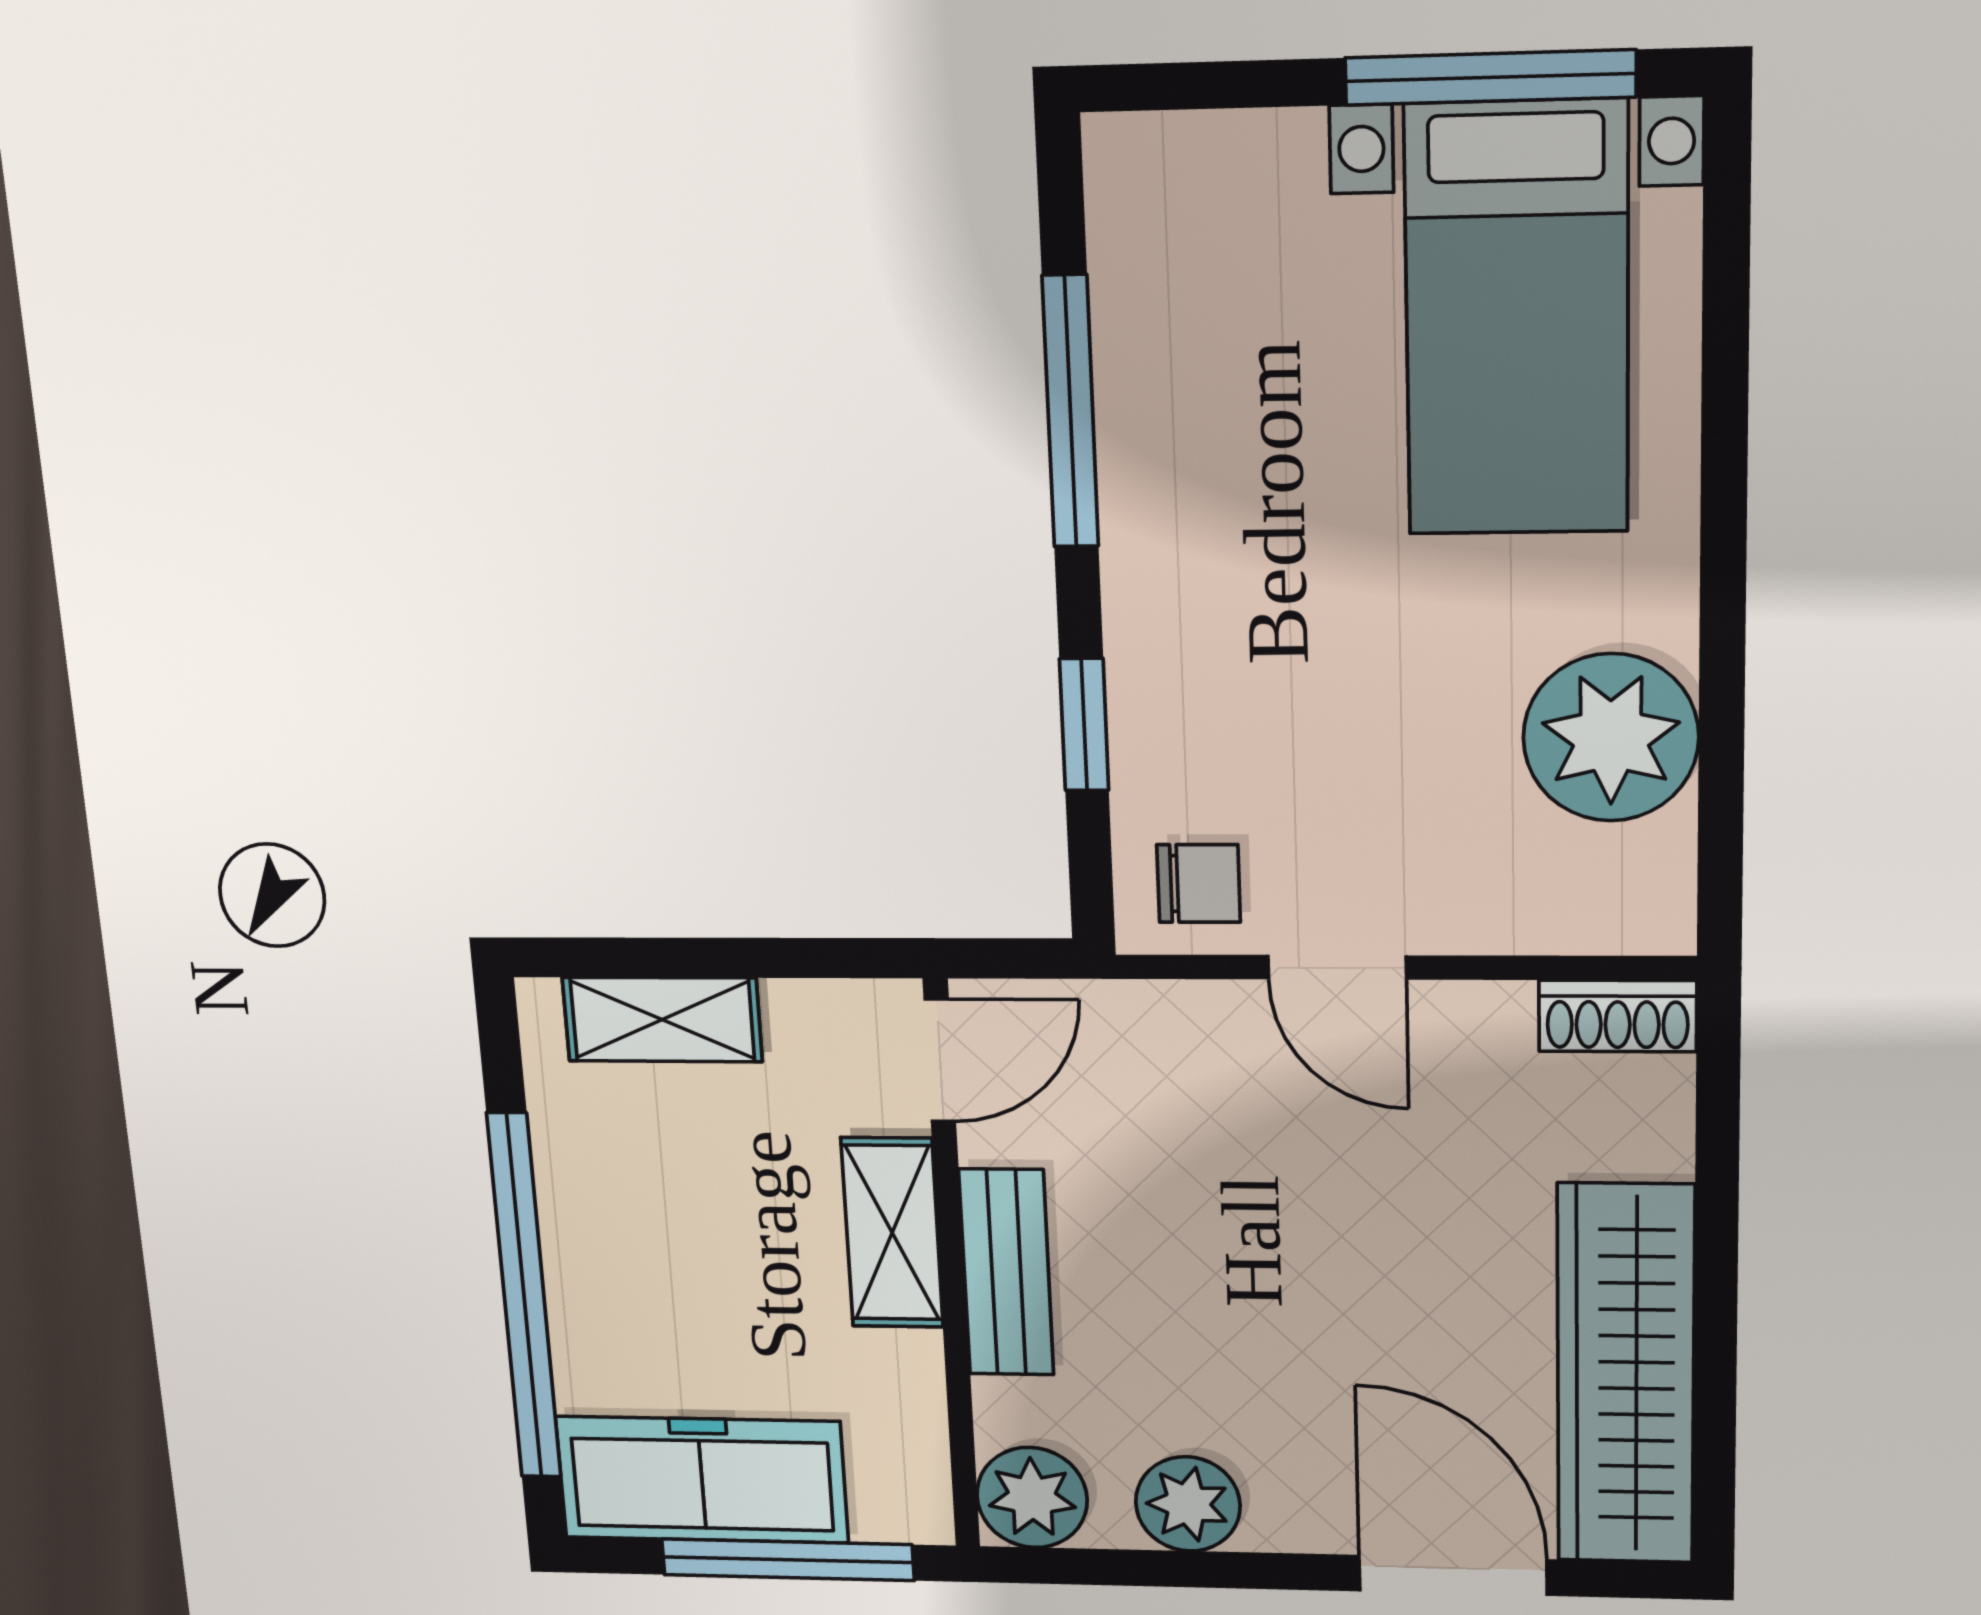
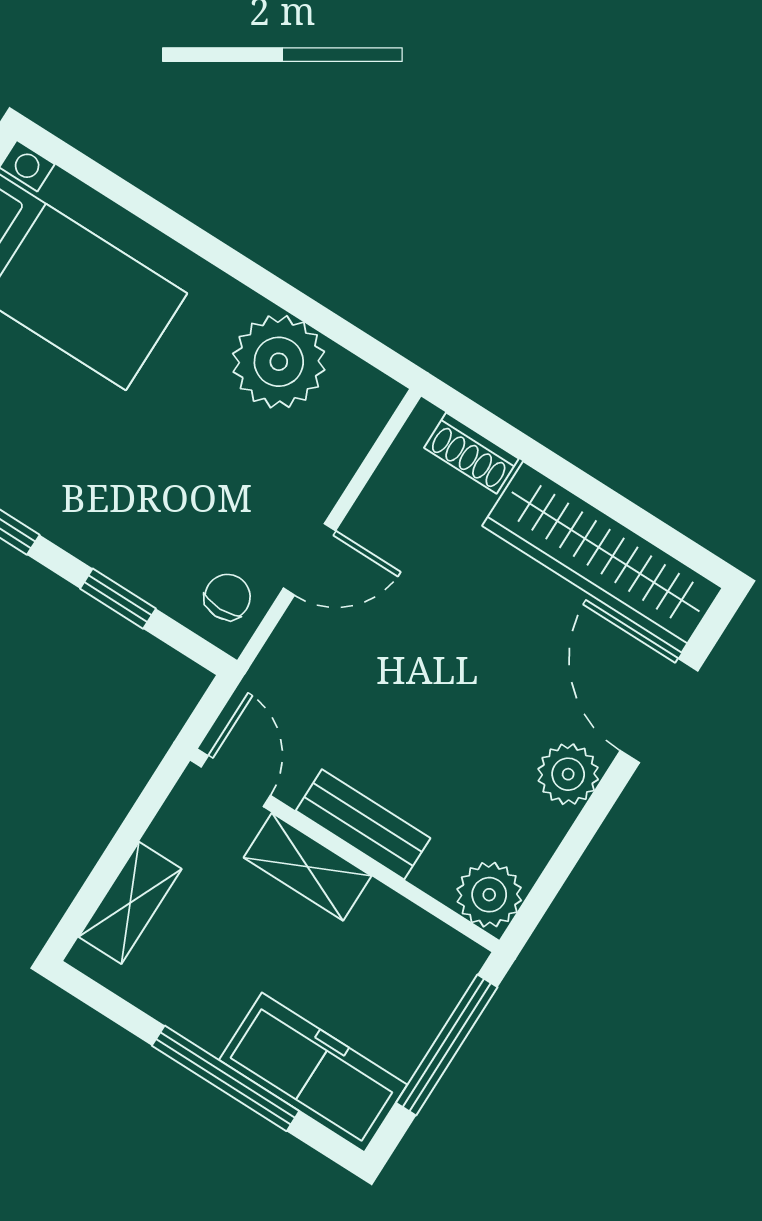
shoe rack: (1618, 1016) -> (471, 453), moved, turned 90
window: (524, 1297) -> (226, 1078), width x0.68
freezer: (702, 1480) -> (313, 1072), moved, turned 90
plant: (1188, 1504) -> (568, 774), moved
door: (1453, 1575) -> (659, 711), hinge flipped

